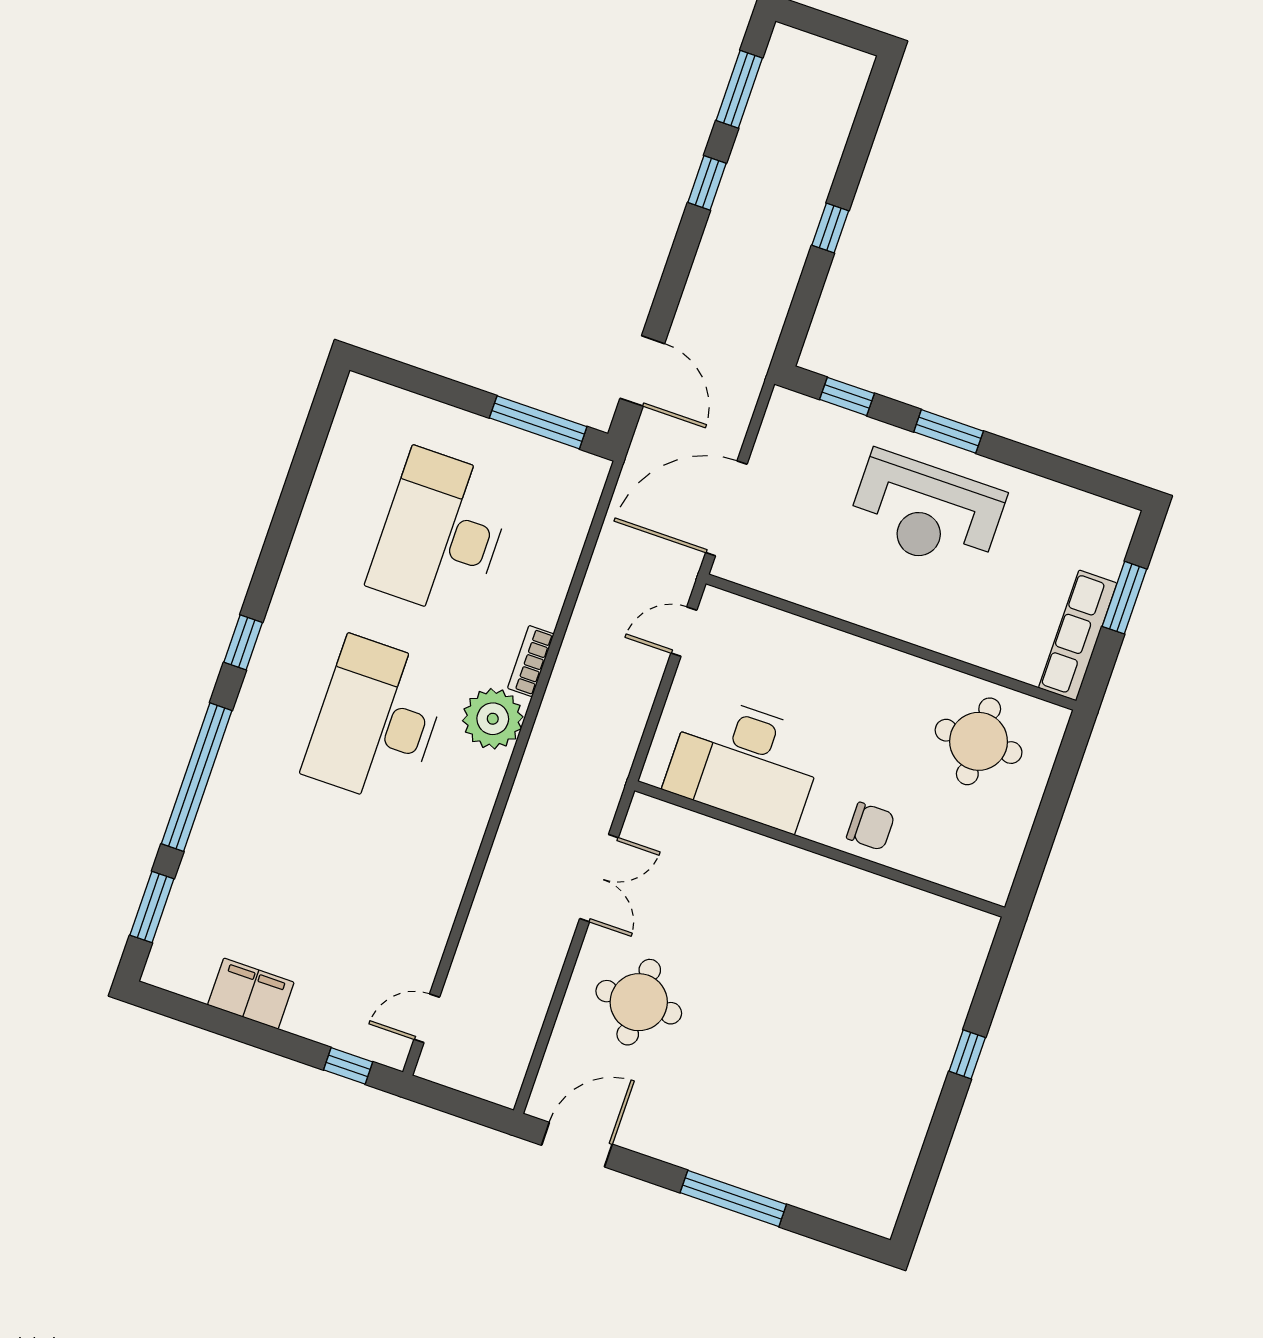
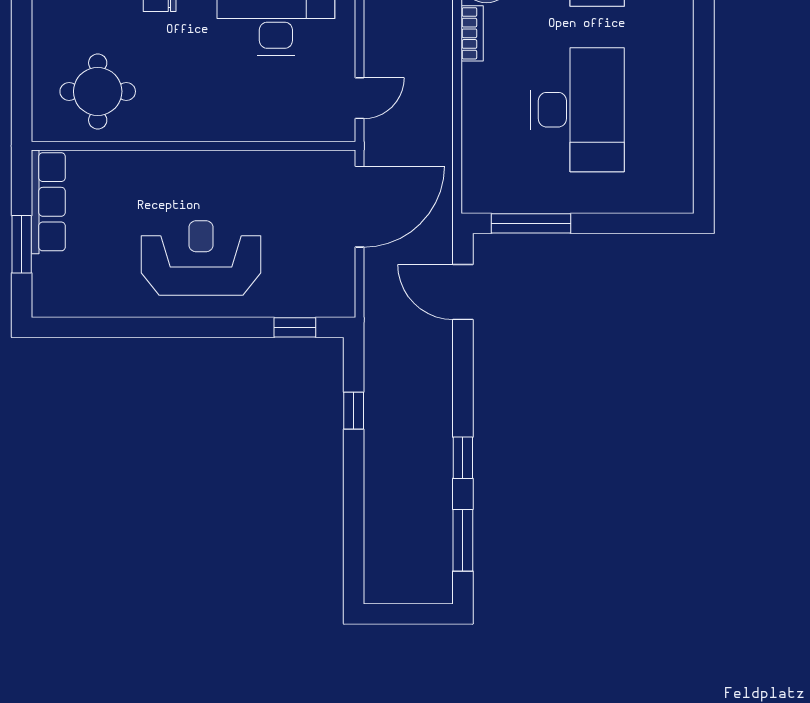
window: (830, 228) -> (354, 411), moved
window: (949, 431) -> (205, 327), removed

